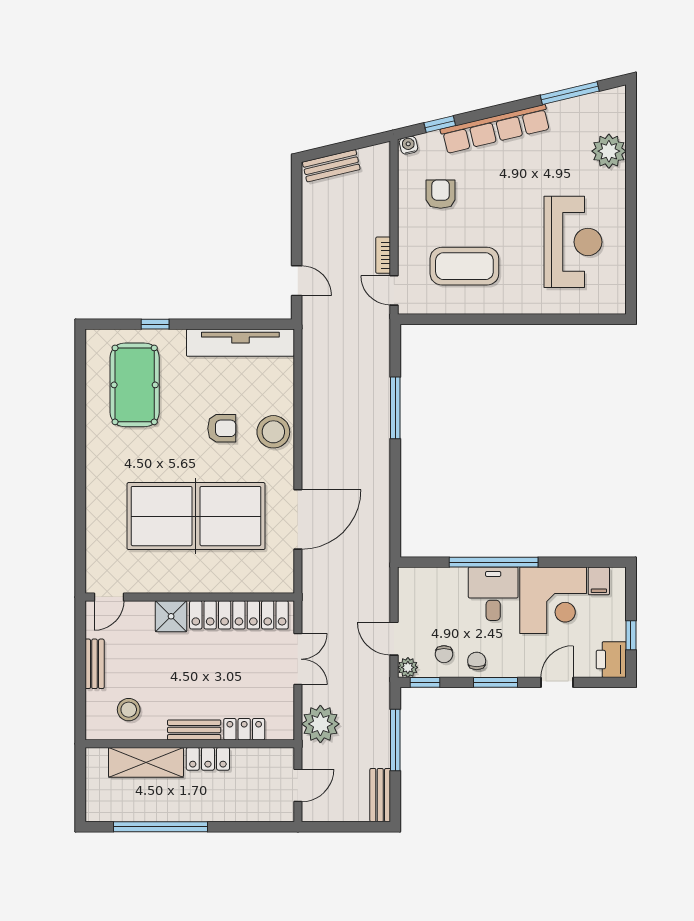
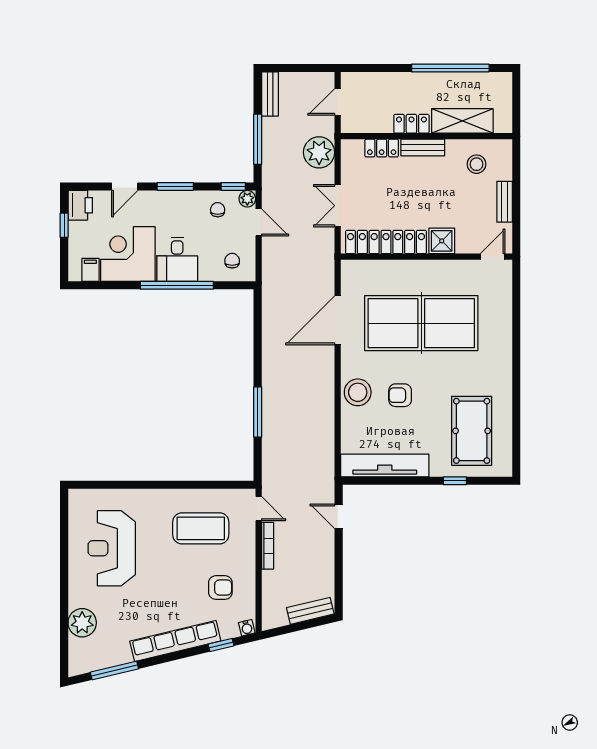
armchair: (441, 194) -> (220, 588), turned -90
bookcase: (383, 255) -> (268, 546), width x1.56
chair: (477, 661) -> (232, 261), moved, turned 180

